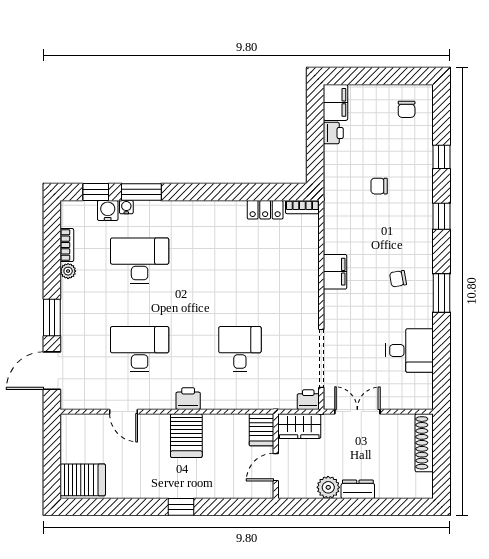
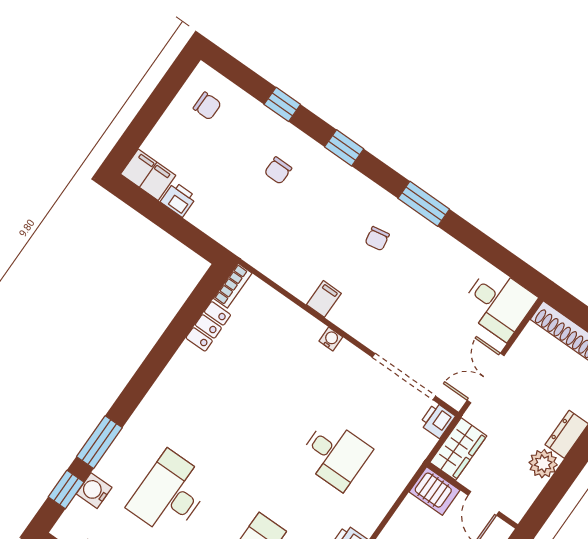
chair: (379, 186) -> (278, 170), moved
water cooler: (126, 207) -> (331, 339), moved, turned 90
filing cabinet: (335, 272) -> (324, 299), width x0.50
desk: (240, 349) -> (335, 455), turned 180
desk: (410, 350) -> (498, 303), moved, turned 90

